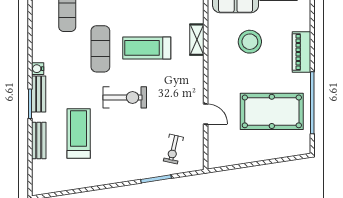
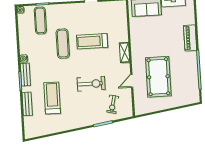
shelving: (197, 40) -> (125, 52), moved
stool: (250, 42) -> (157, 33), removed
exercise bike: (125, 97) -> (91, 84), moved
pool table: (272, 111) -> (158, 77), moved, turned 90
door: (206, 114) -> (132, 81), swing flipped

